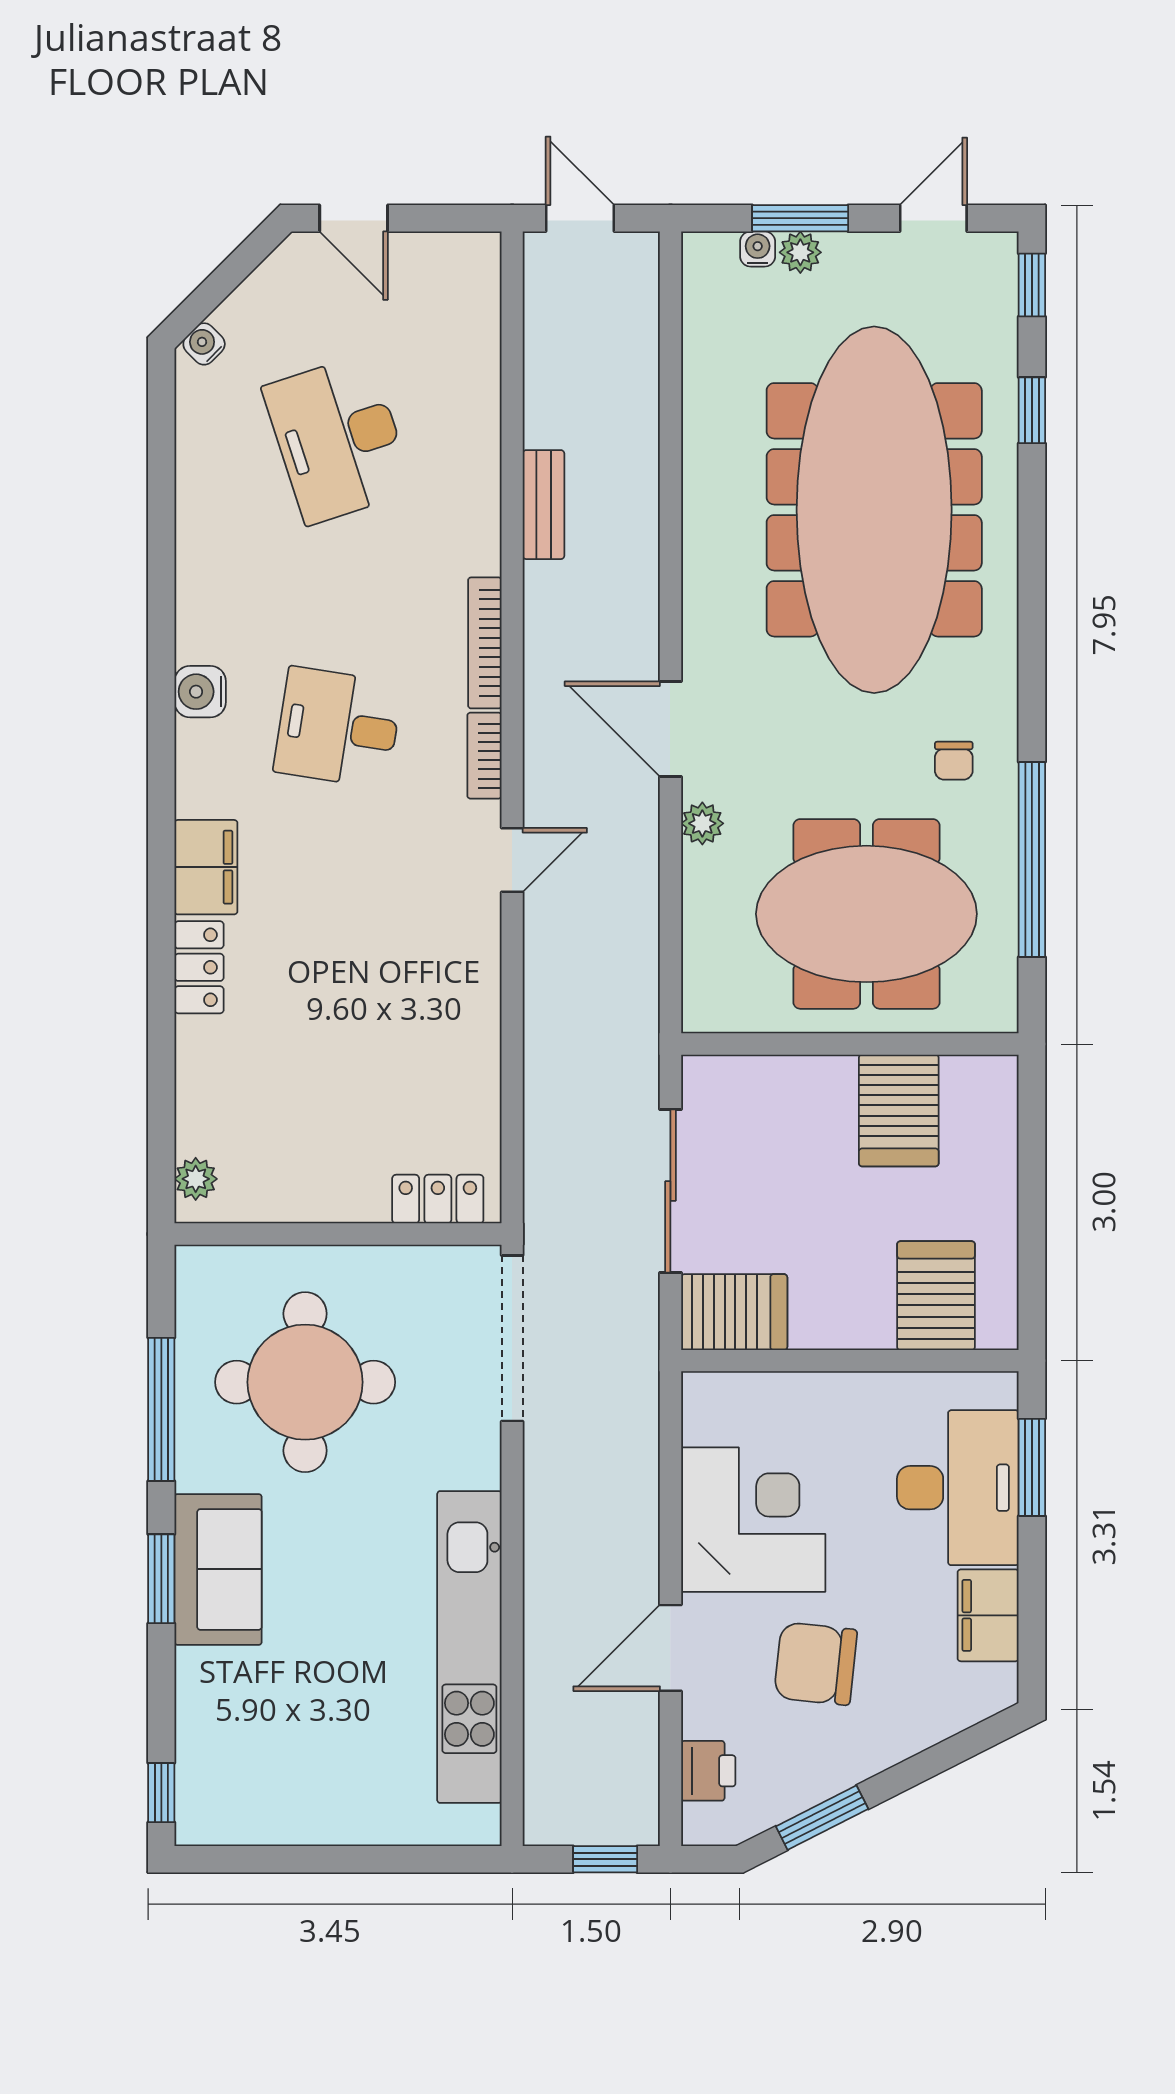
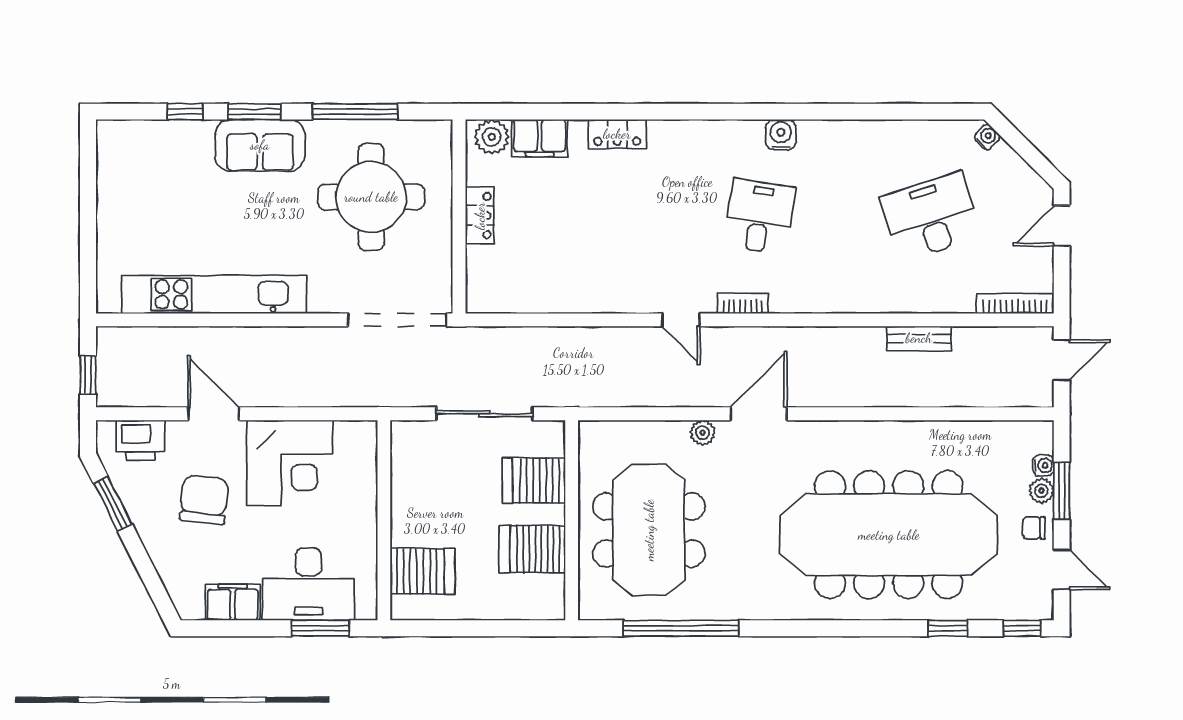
bench: (544, 505) -> (919, 338), moved
bookcase: (485, 643) -> (1015, 304), moved
chair: (954, 761) -> (1034, 528), moved
filing cabinet: (206, 867) -> (540, 138), moved
plant: (196, 1179) -> (492, 137), width x1.38, depth x1.38
locker: (438, 1199) -> (480, 216), moved
server rack: (734, 1312) -> (534, 481), moved, turned 90
printer: (708, 1771) -> (141, 440), width x1.36, depth x1.24
window: (161, 1793) -> (185, 112), moved

